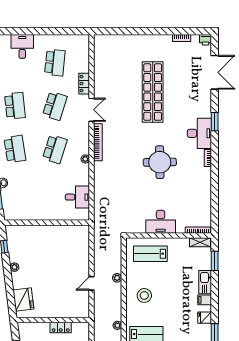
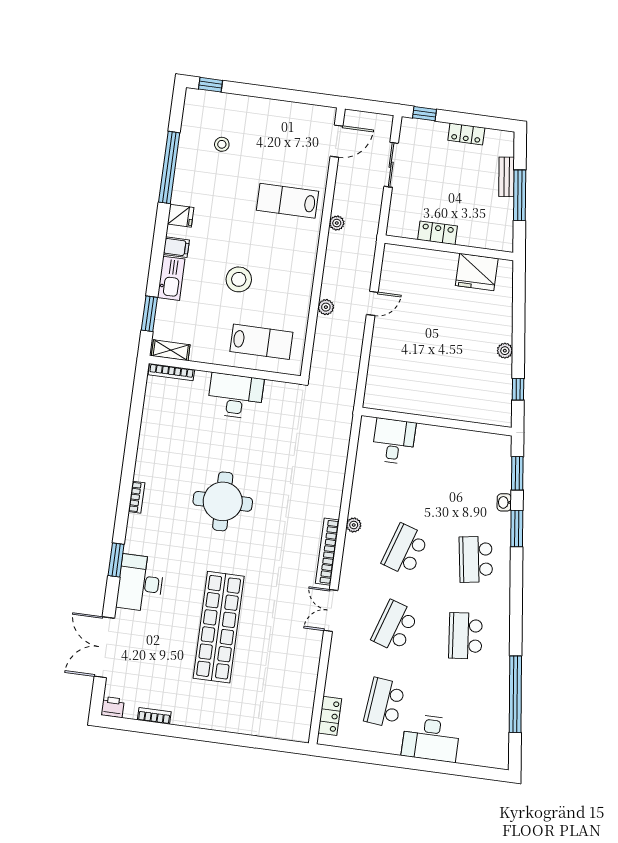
desk: (22, 46) -> (431, 738), width x1.37
locker: (84, 84) -> (330, 716), moved
desk: (199, 133) -> (140, 583), moved
desk: (77, 197) -> (394, 441), moved, turned 90
stool: (144, 295) -> (239, 279), moved
fridge: (23, 299) -> (477, 272), moved, turned -83

